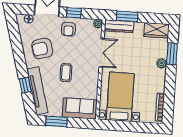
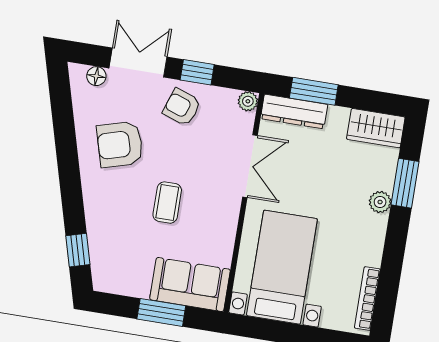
armchair: (68, 29) -> (182, 107), turned 109
window: (25, 85) -> (78, 250), moved
tv unit: (37, 91) -> (100, 237), removed
window: (56, 121) -> (161, 312), moved

